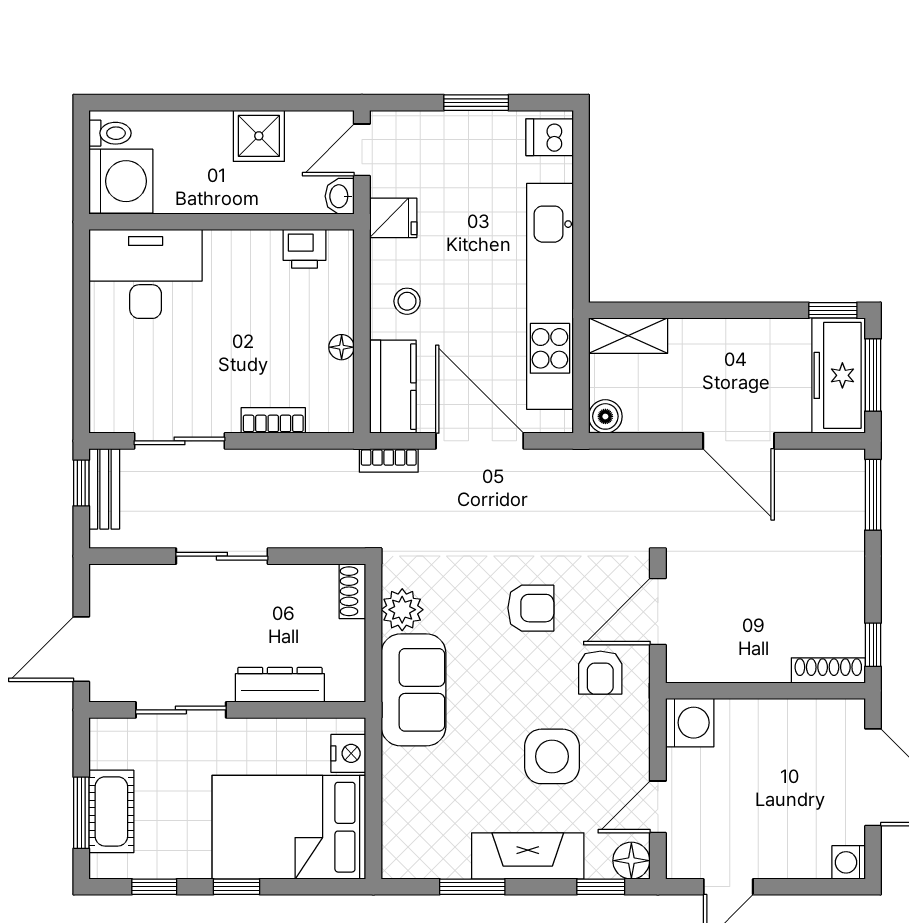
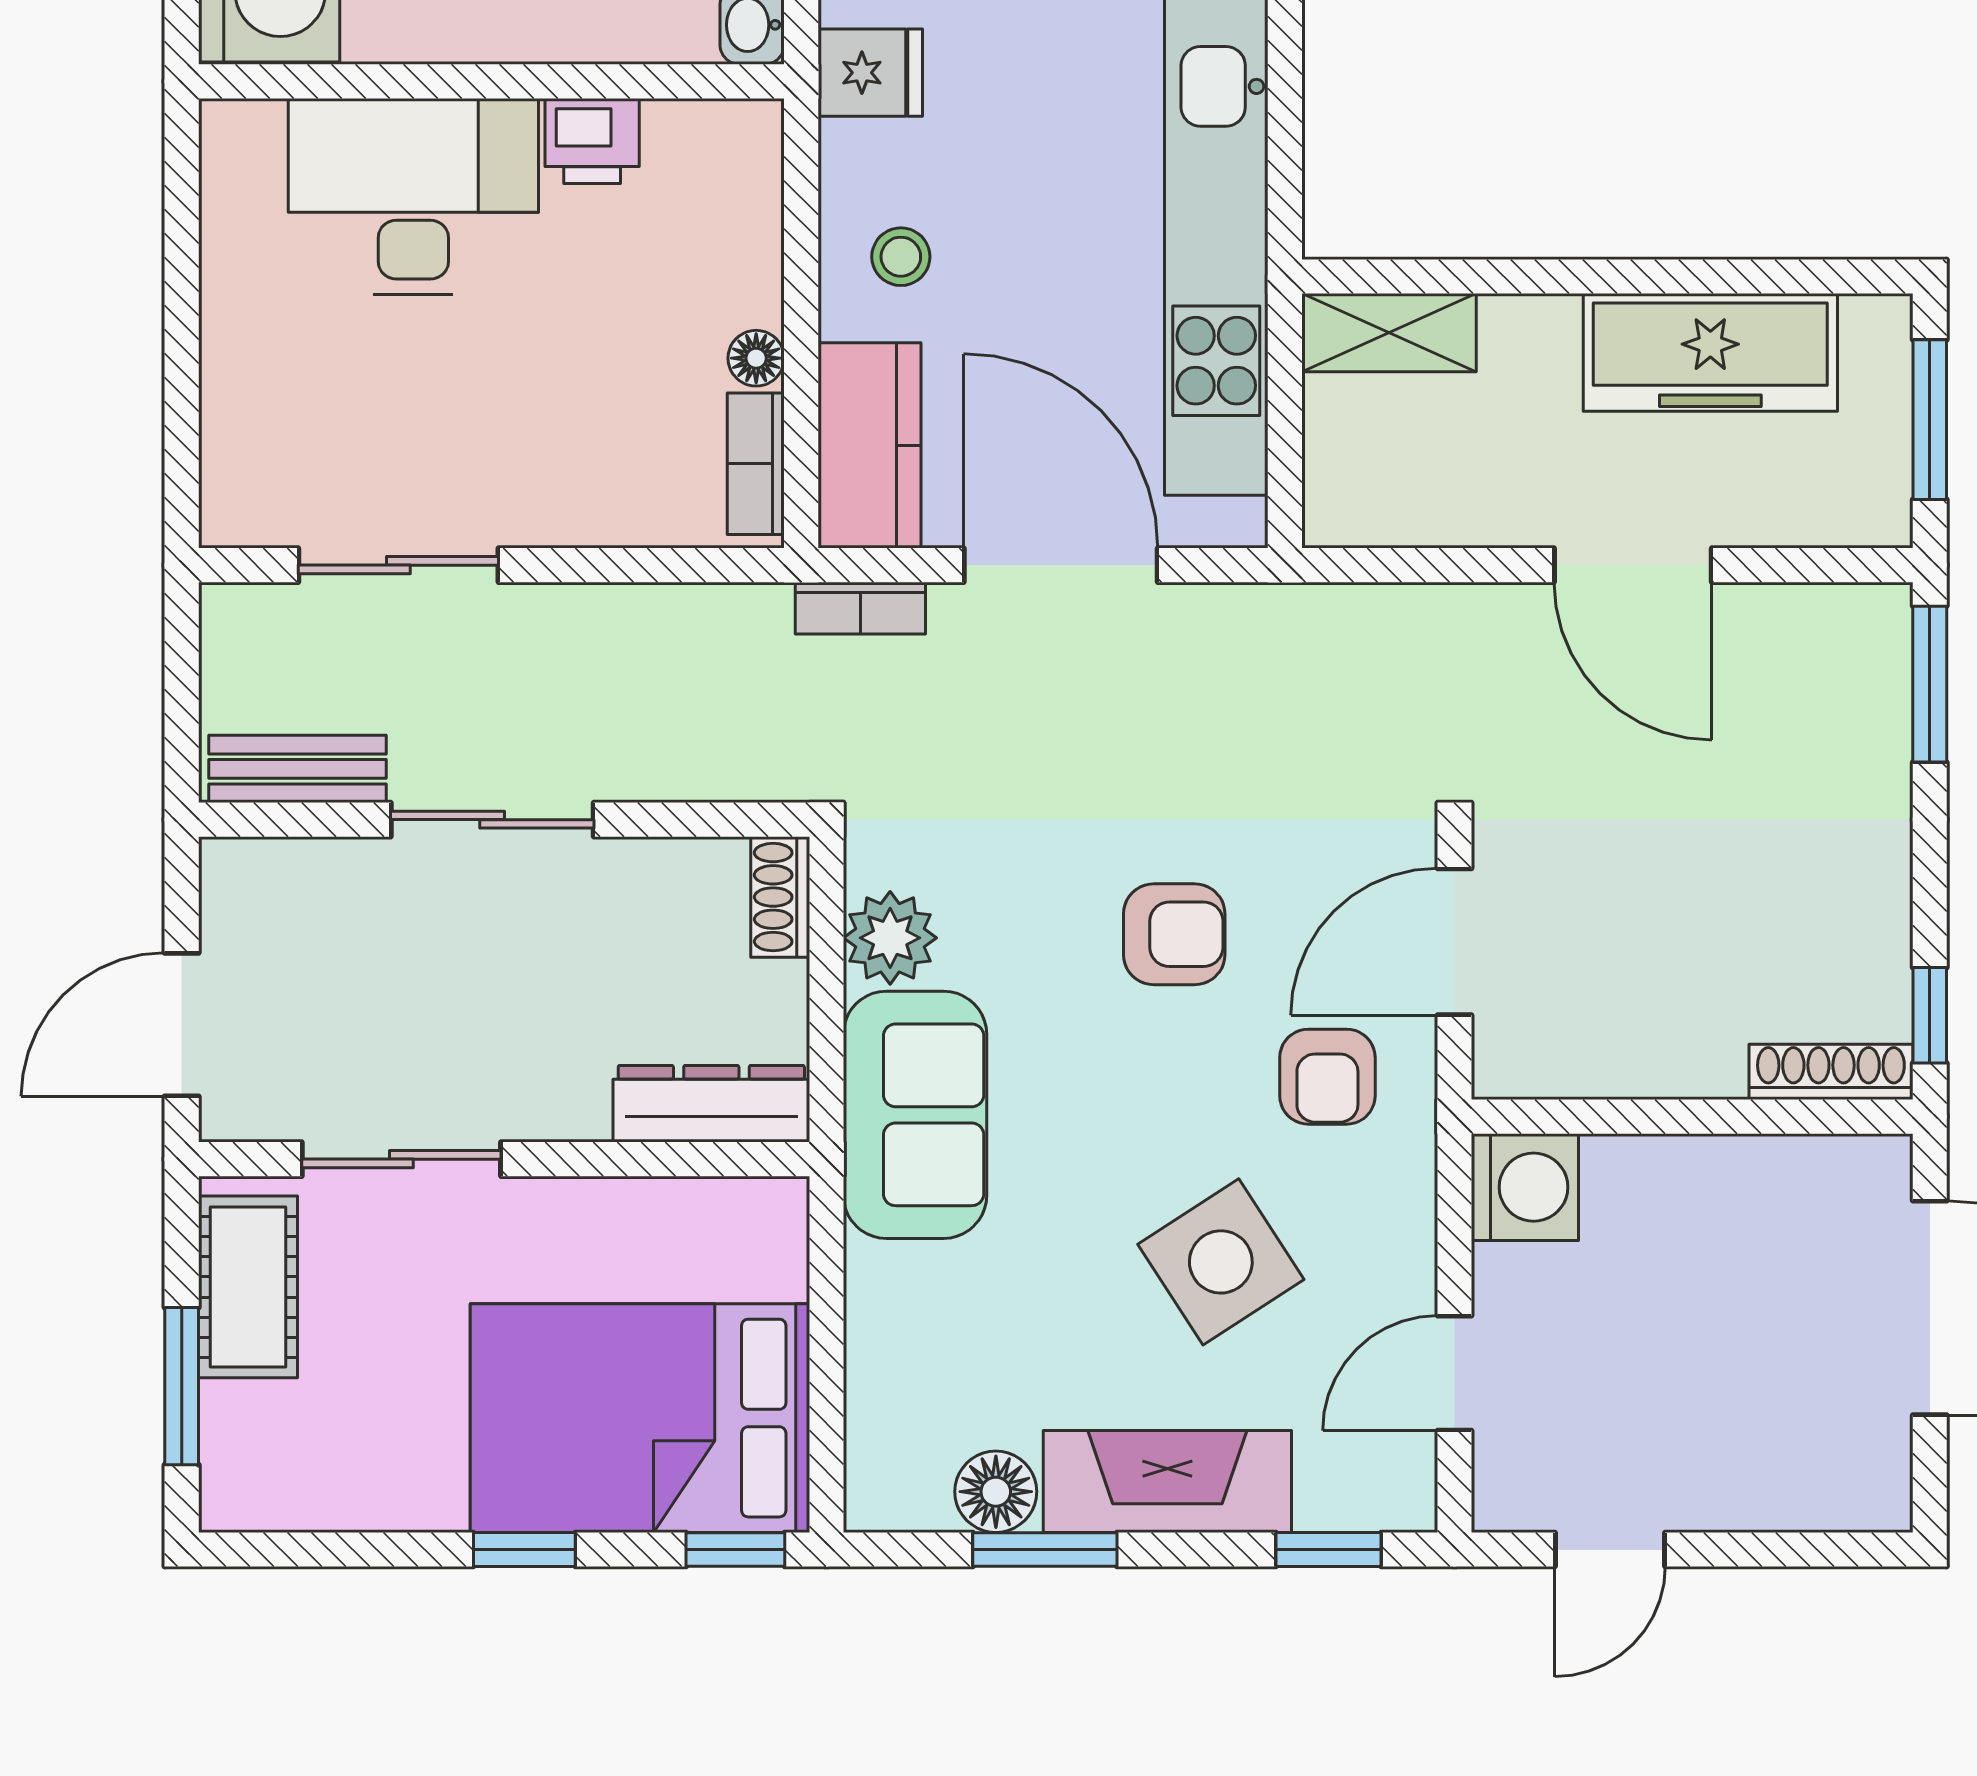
printer: (305, 249) -> (592, 141), moved
desk: (146, 274) -> (413, 197), moved
window: (833, 310) -> (1841, 277), removed
freezer: (839, 375) -> (1710, 352), moved, turned -90
boiler: (605, 416) -> (1339, 511), removed
bookcase: (273, 420) -> (756, 464), moved, turned -90
window: (81, 483) -> (182, 658), removed
bench: (104, 489) -> (297, 769), moved, turned 90
dresser: (280, 685) -> (711, 1104), moved
nightstand: (348, 753) -> (771, 1255), removed
side table: (552, 756) -> (1221, 1262), turned -33
cot: (111, 811) -> (248, 1287), moved
floor lamp: (631, 861) -> (996, 1492), moved
washing machine: (849, 862) -> (1876, 1496), removed
window: (154, 887) -> (735, 1550), moved

